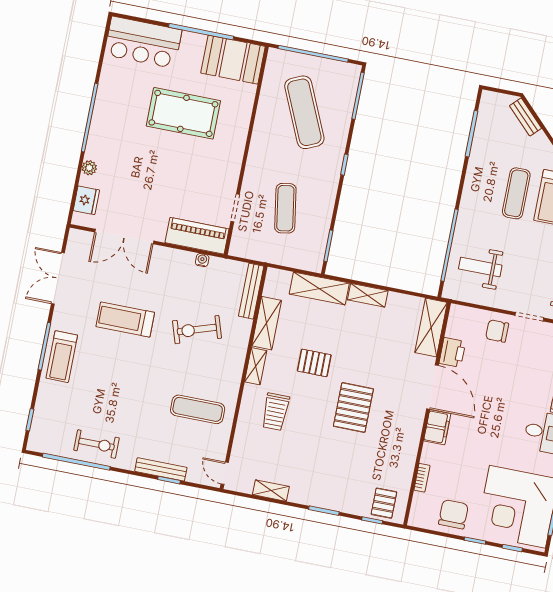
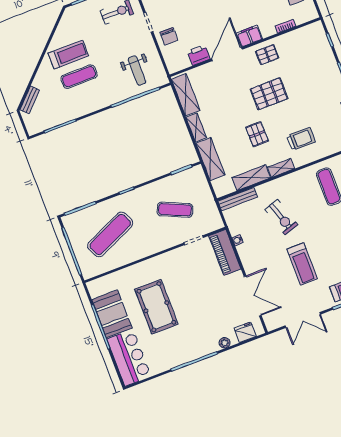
booth: (233, 60) -> (112, 314), moved
exercise mat: (285, 208) -> (175, 210), turned 33
shelving: (431, 327) -> (186, 95), moved, turned 90
pallet: (384, 503) -> (267, 55), moved

